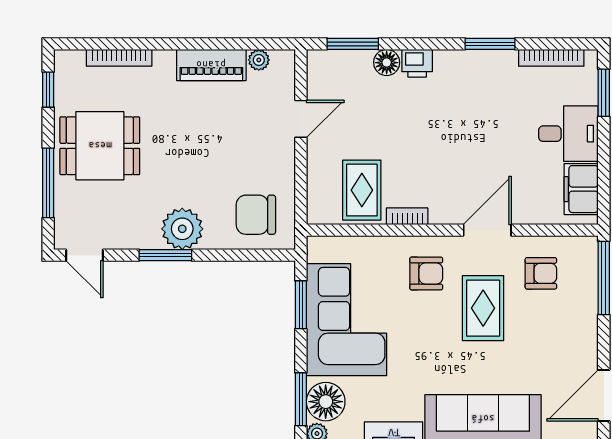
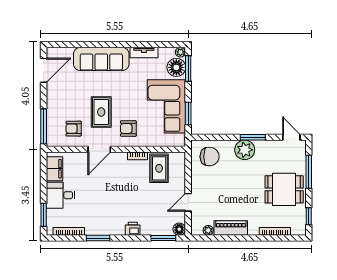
floor lamp: (387, 63) -> (179, 229), moved

